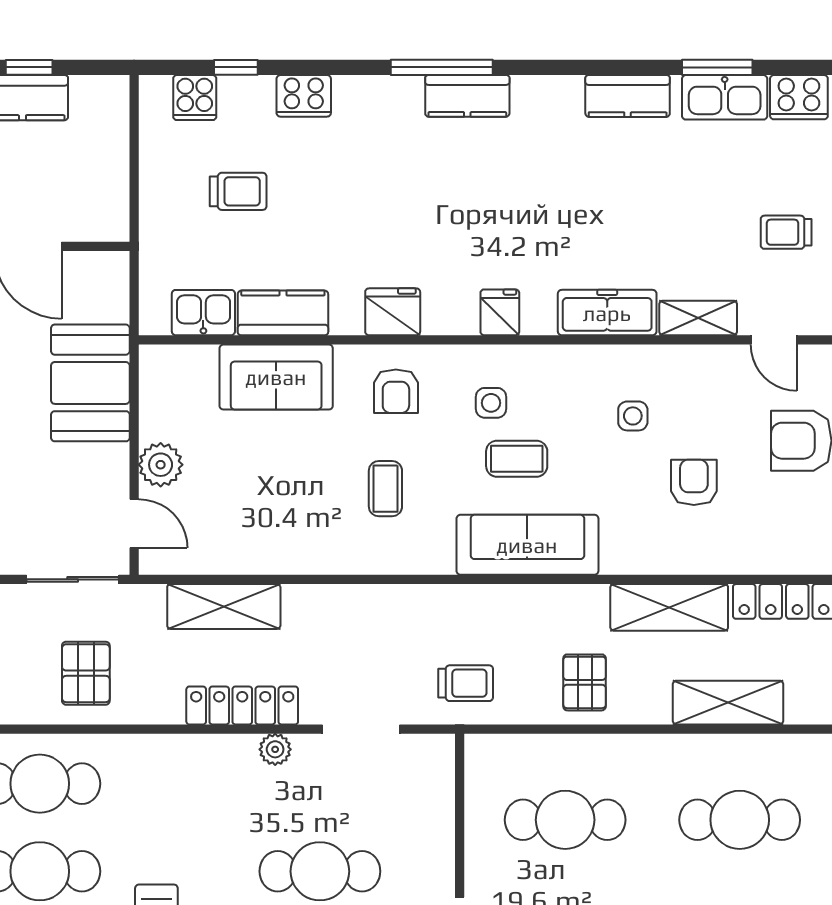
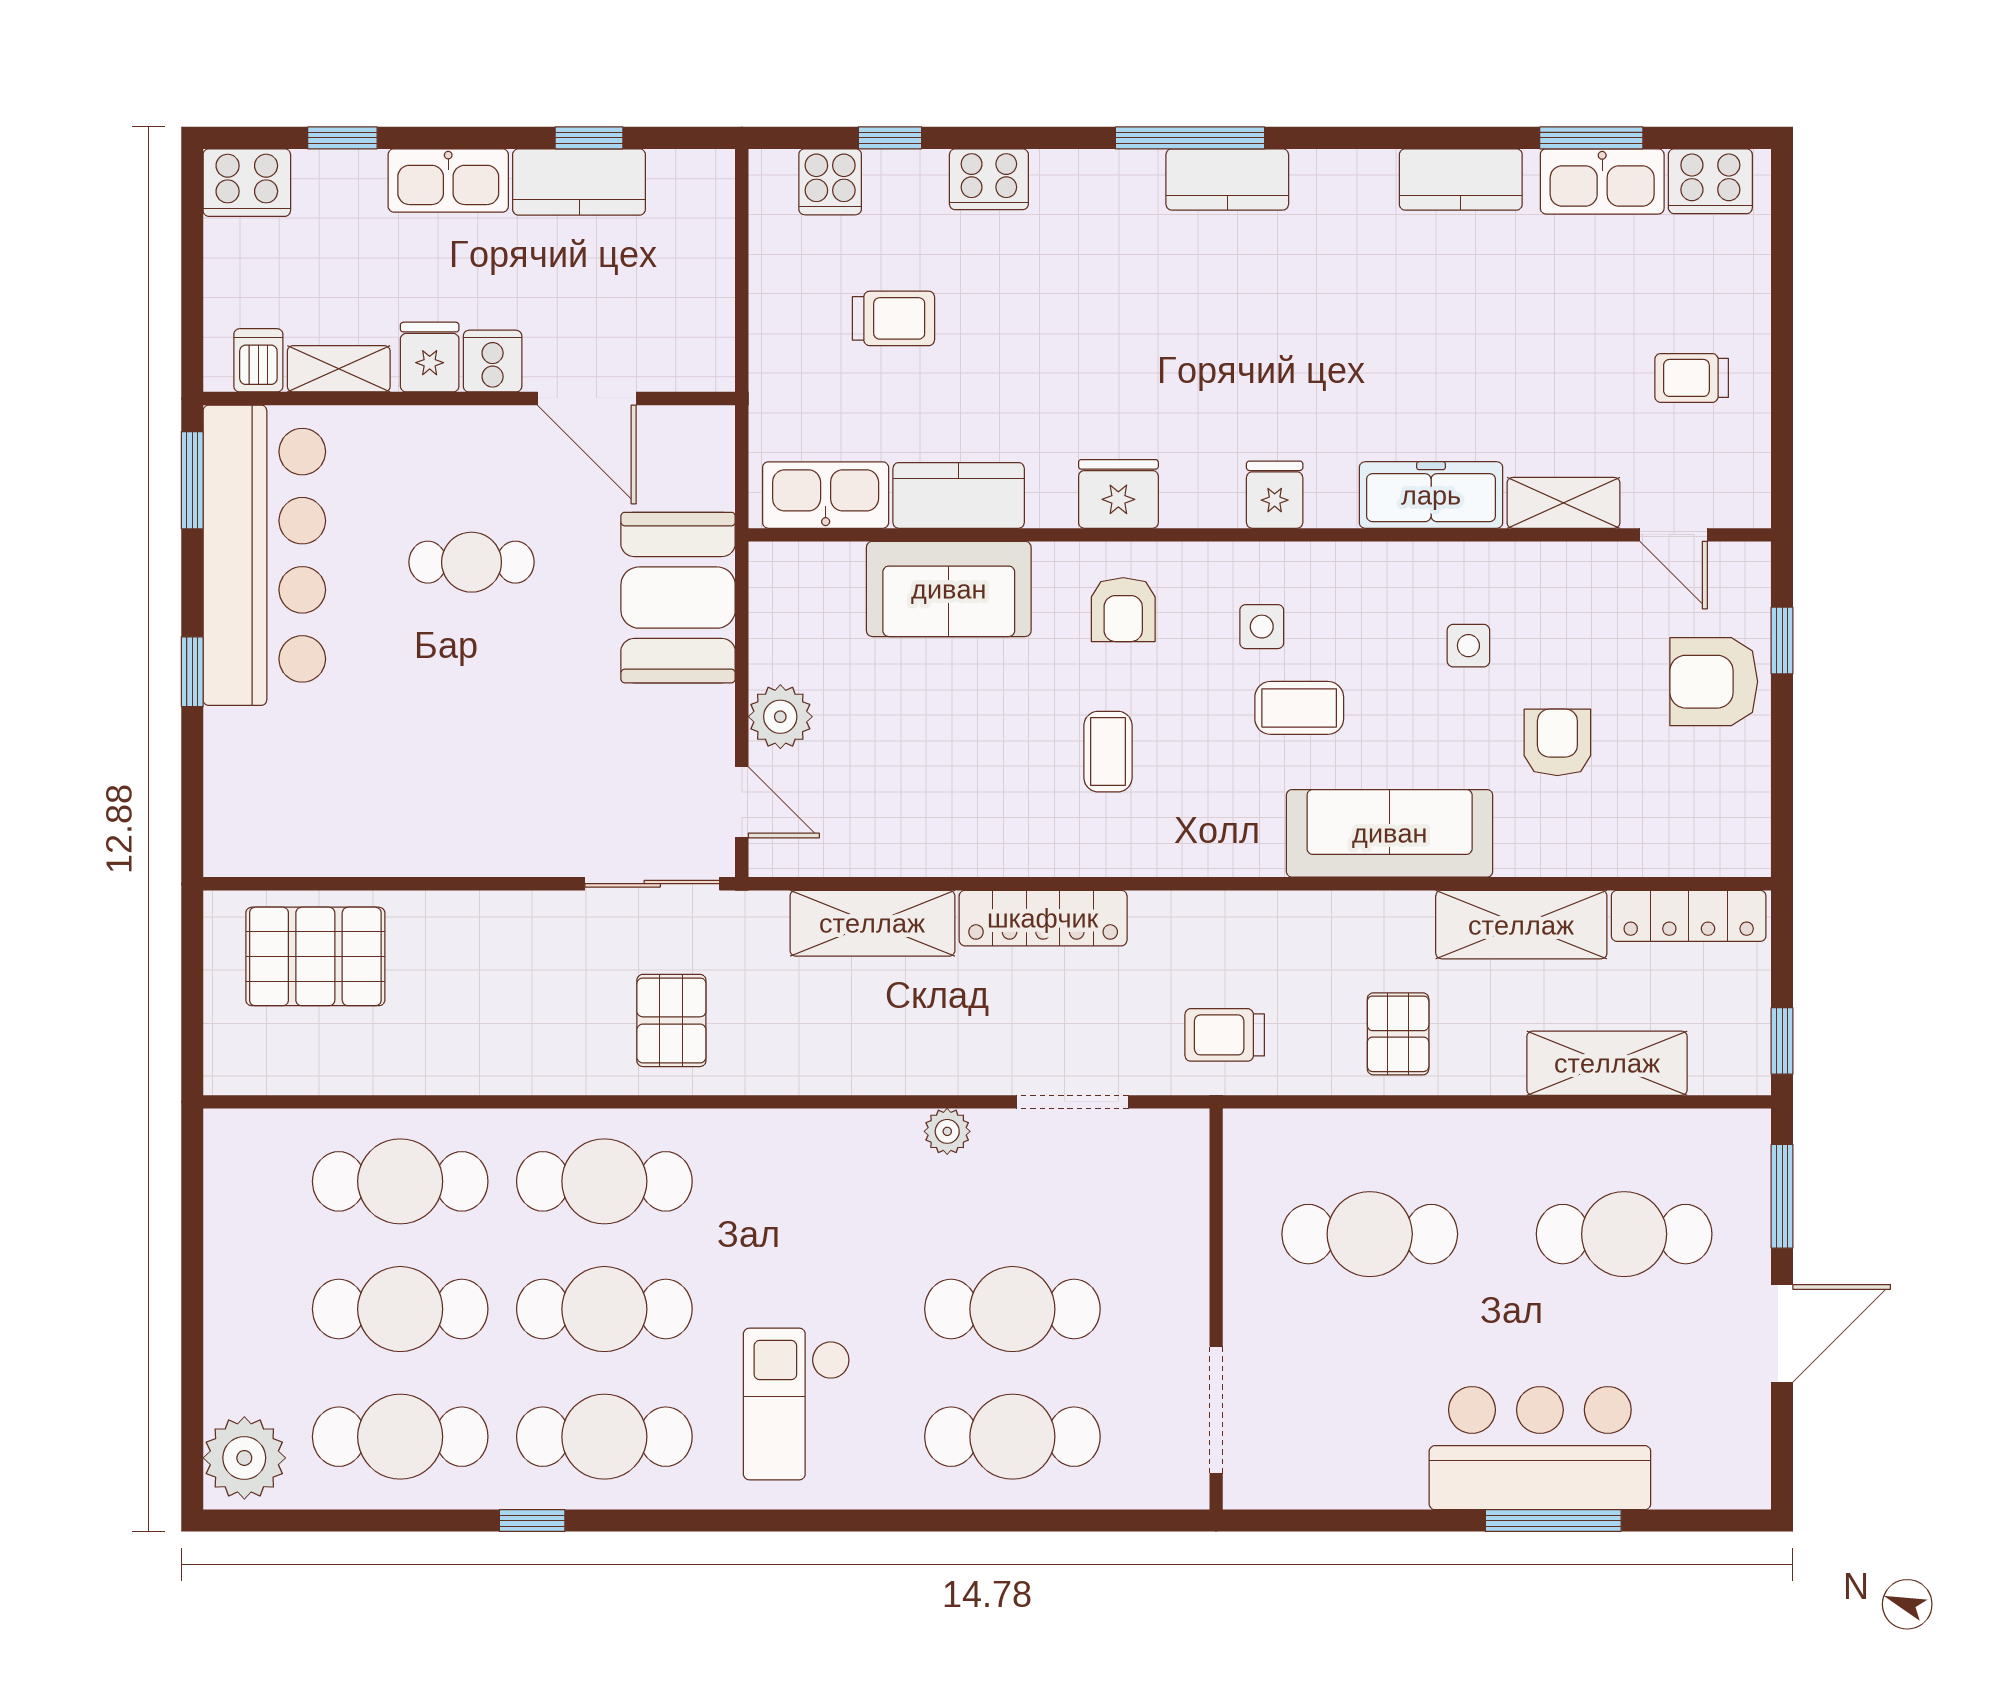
kitchen sink: (203, 313) -> (826, 495), width x1.38
sofa: (527, 545) -> (1390, 833), moved
trolley: (466, 683) -> (1225, 1035), turned 180
locker: (242, 705) -> (1043, 918), moved, turned 180

